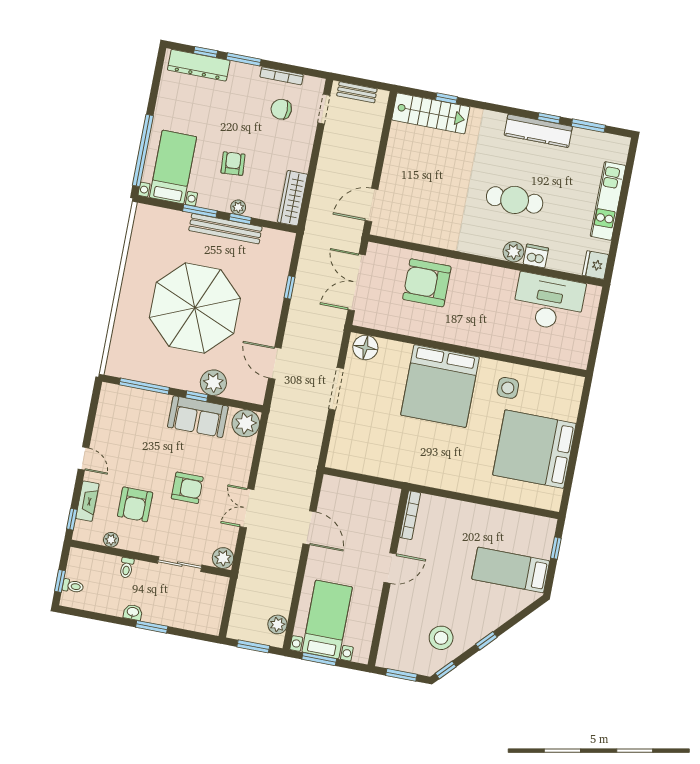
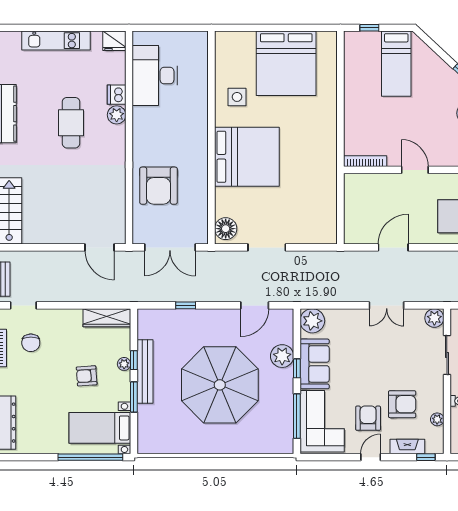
corner sofa: (133, 413) -> (322, 421), added
armchair: (187, 488) -> (368, 418), moved

